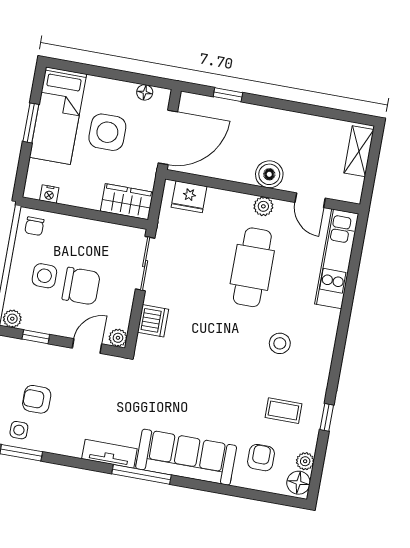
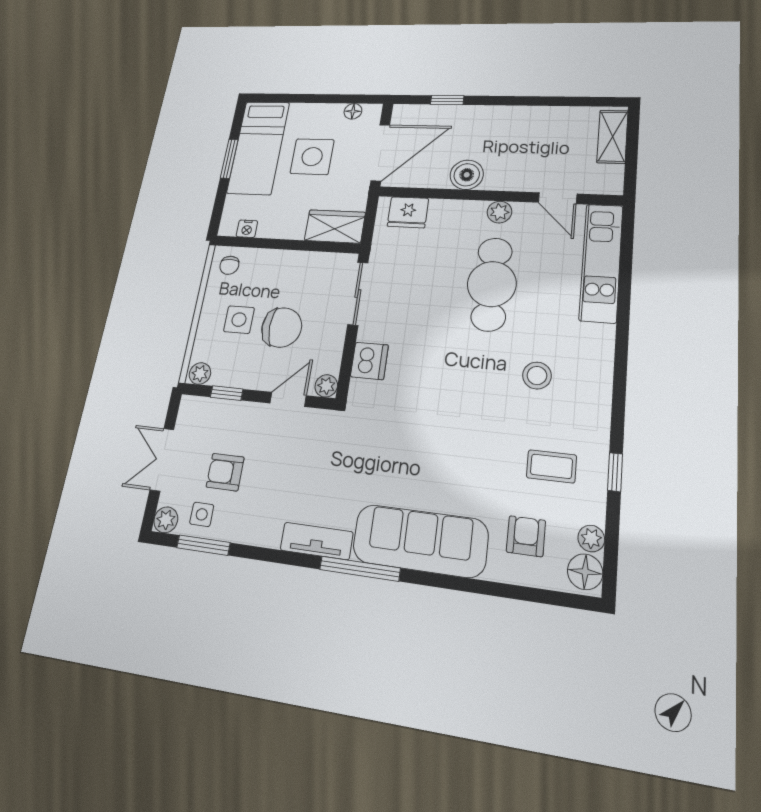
boiler: (269, 174) -> (467, 175), moved

